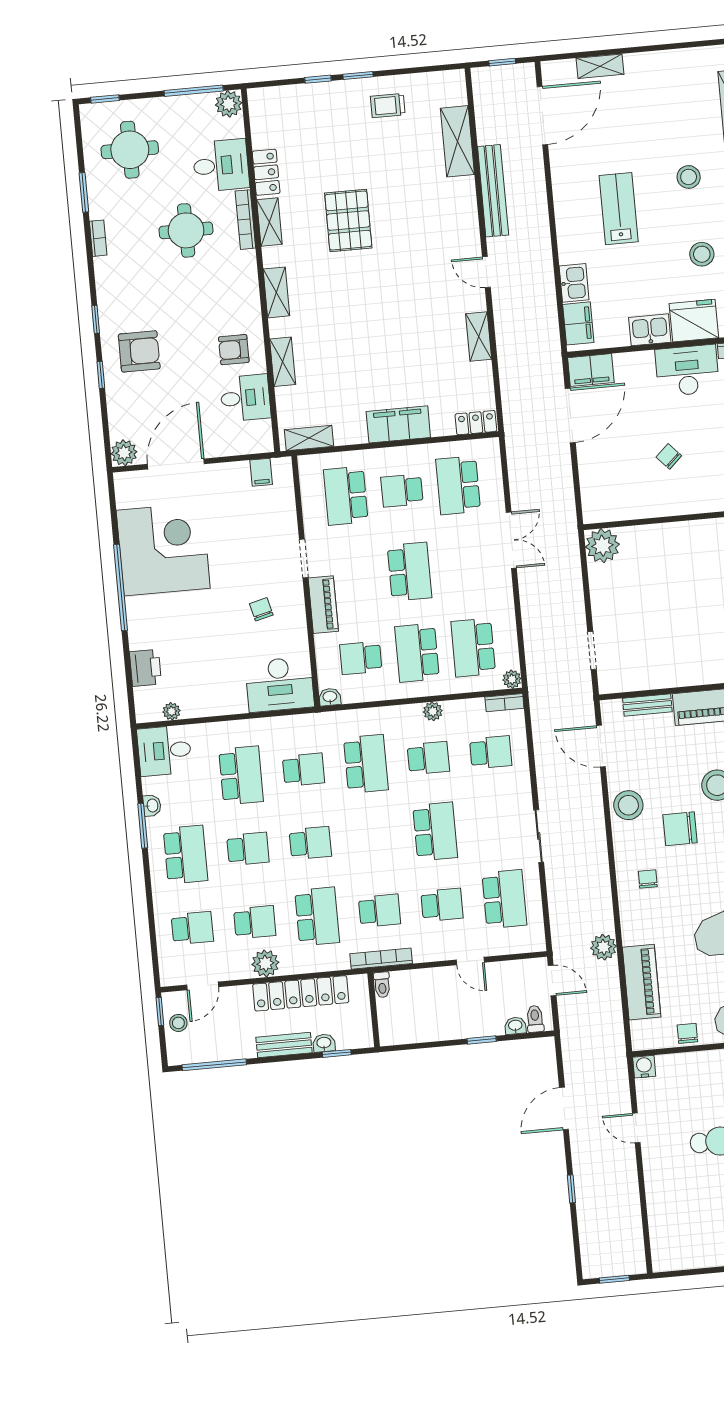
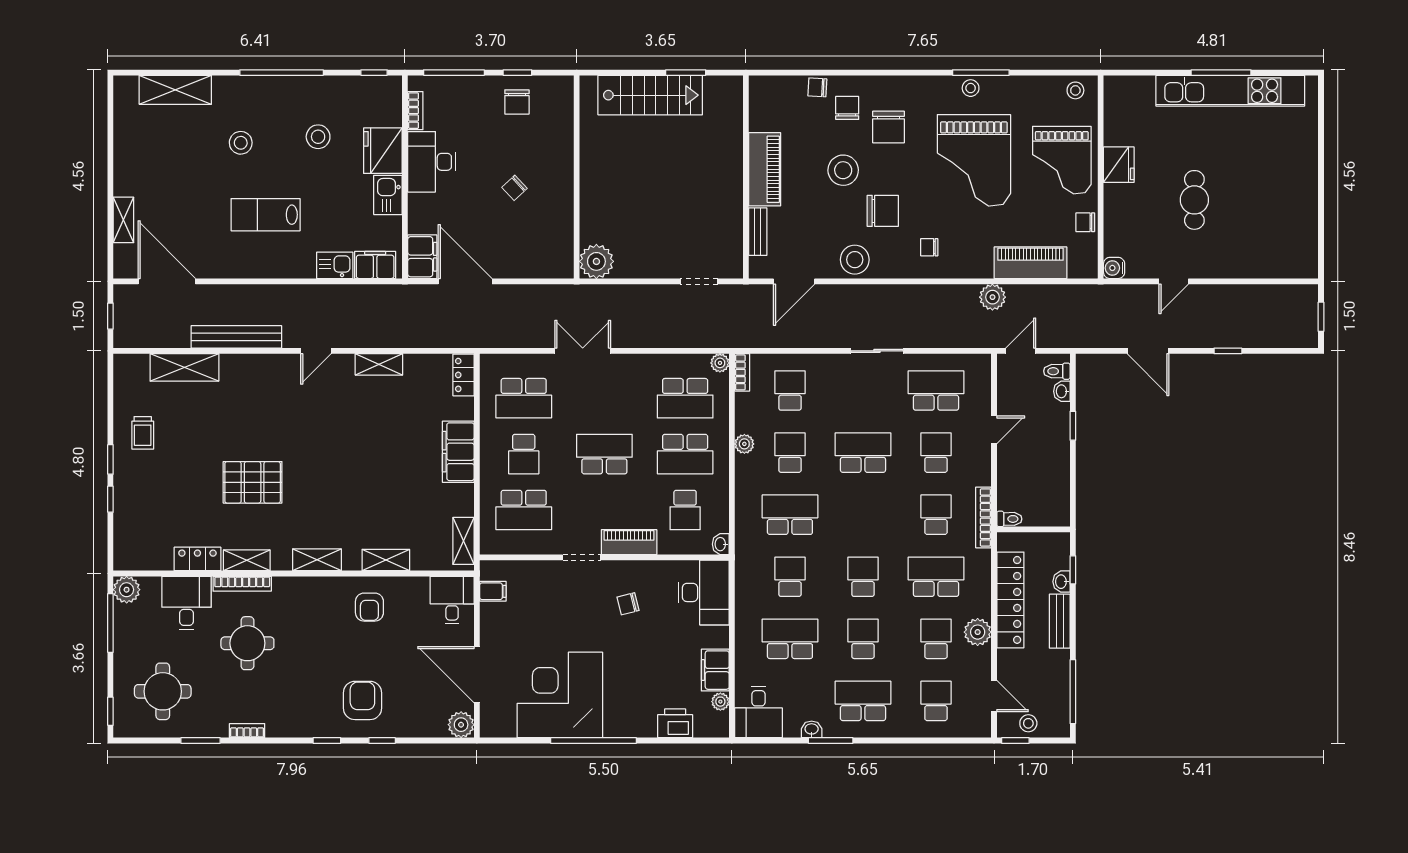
desk: (245, 398) -> (452, 600), moved
filing cabinet: (203, 703) -> (715, 670), added
chair: (680, 829) -> (883, 211), turned -90

